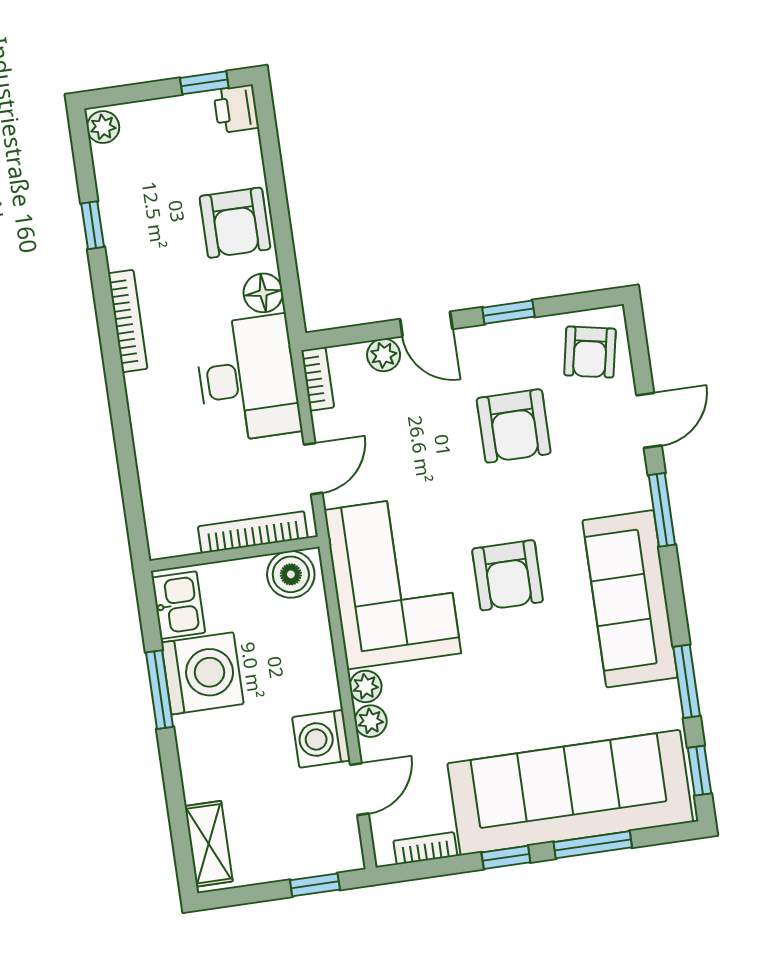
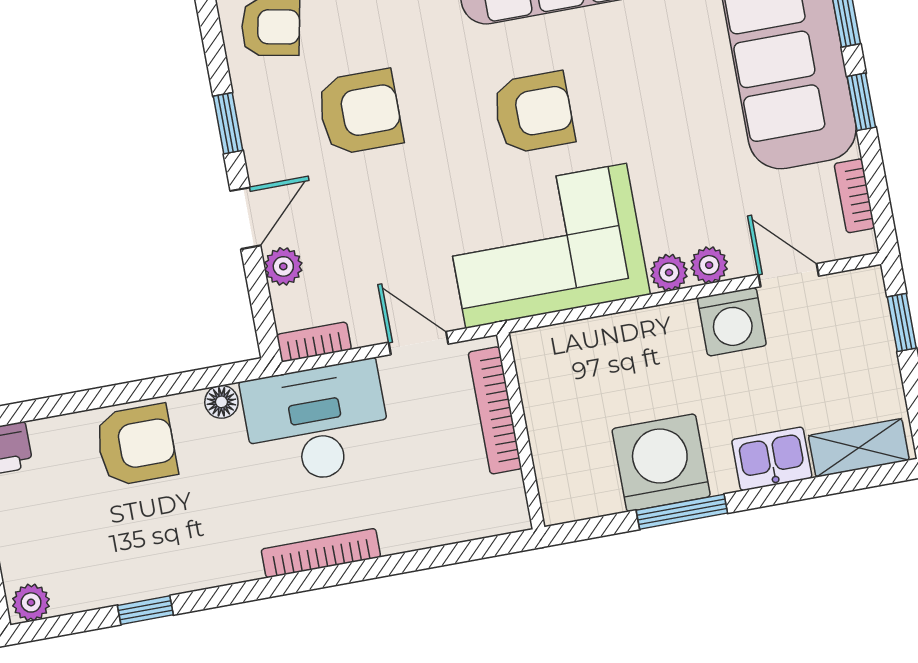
floor lamp: (263, 293) -> (221, 402), width x0.73, depth x0.73
bookcase: (128, 321) -> (321, 553), moved
boiler: (291, 574) -> (542, 364), removed
kitchen sink: (178, 605) -> (772, 459), moved

